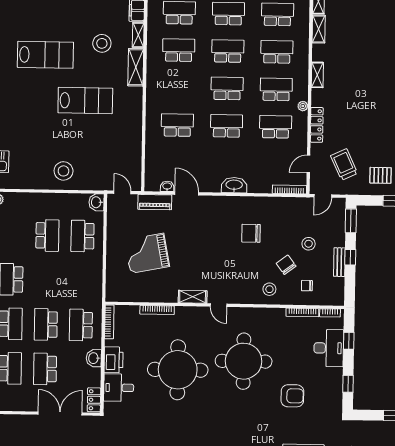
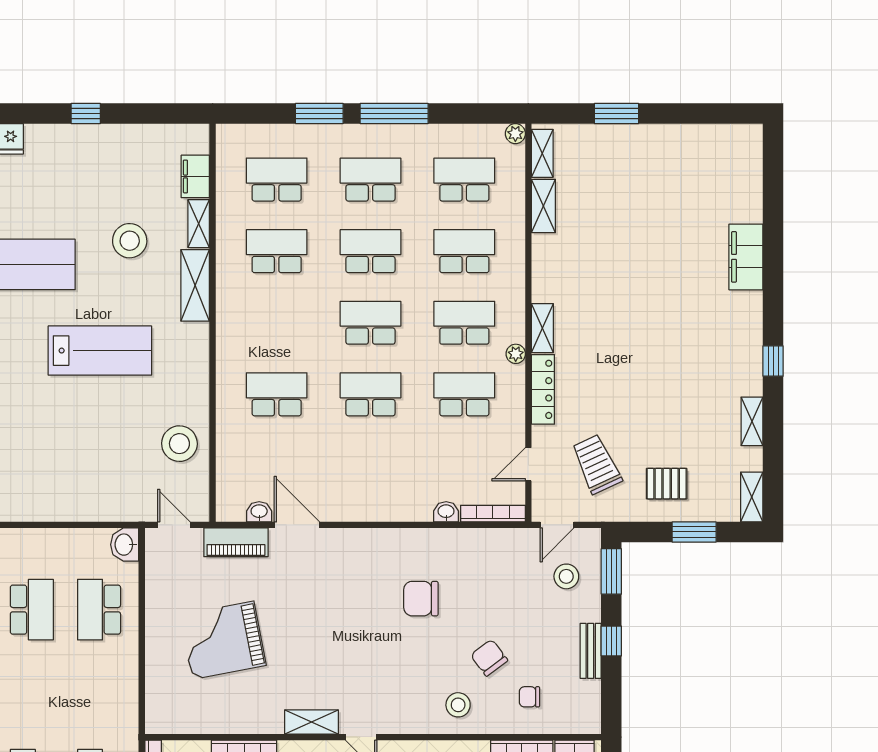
shelving: (317, 75) -> (542, 328), moved
stool: (64, 171) -> (179, 444), moved
washbasin: (234, 185) -> (446, 512), moved, width x0.52, depth x0.69
stool: (309, 244) -> (566, 576), moved

